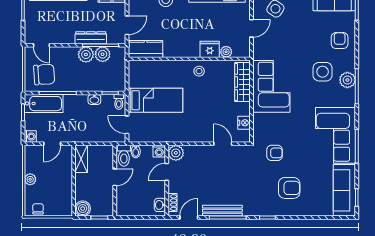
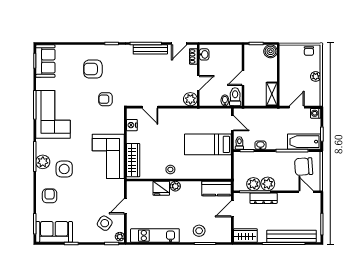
armchair: (340, 41) -> (50, 196), turned 180
plant: (226, 52) -> (175, 186), moved
washing machine: (159, 151) -> (205, 101), removed
sofa: (344, 190) -> (45, 61), width x0.73

